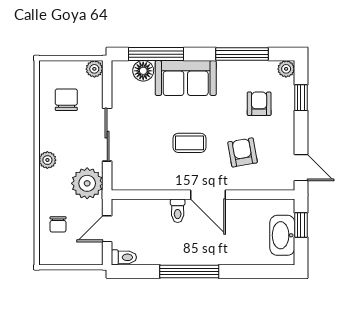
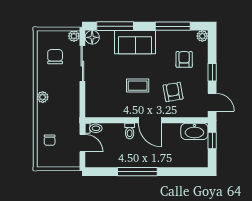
floor lamp: (143, 71) -> (92, 37), moved
window: (301, 98) -> (212, 72), moved
sliding door: (107, 135) -> (82, 64), moved
plant: (87, 183) -> (69, 113), removed
door: (107, 229) -> (82, 143), swing flipped
washbasin: (282, 235) -> (194, 131), moved, turned -90
toilet: (124, 257) -> (94, 128), moved

